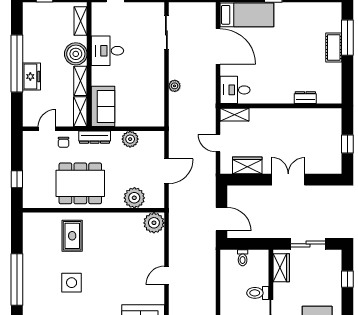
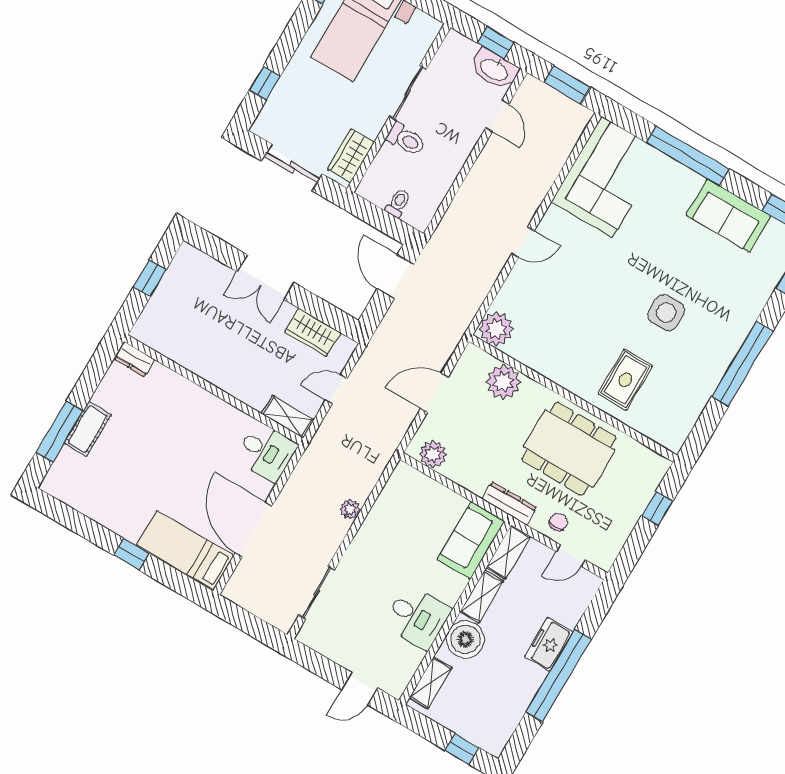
dresser: (305, 98) -> (134, 359), moved
plant: (130, 139) -> (433, 454), moved
door: (218, 143) -> (336, 389), swing flipped

